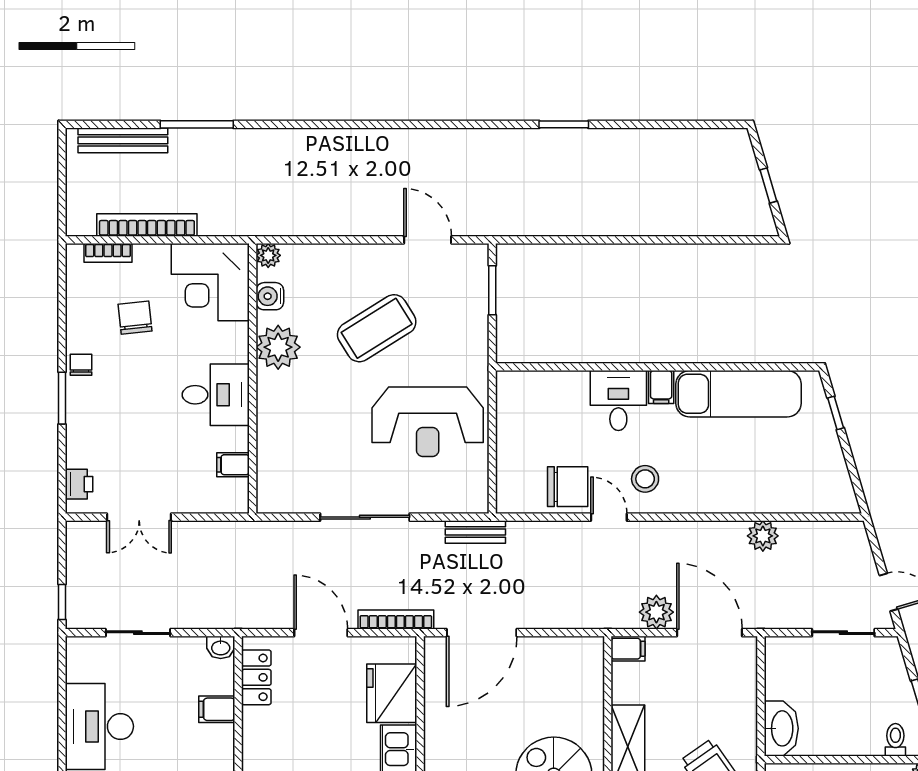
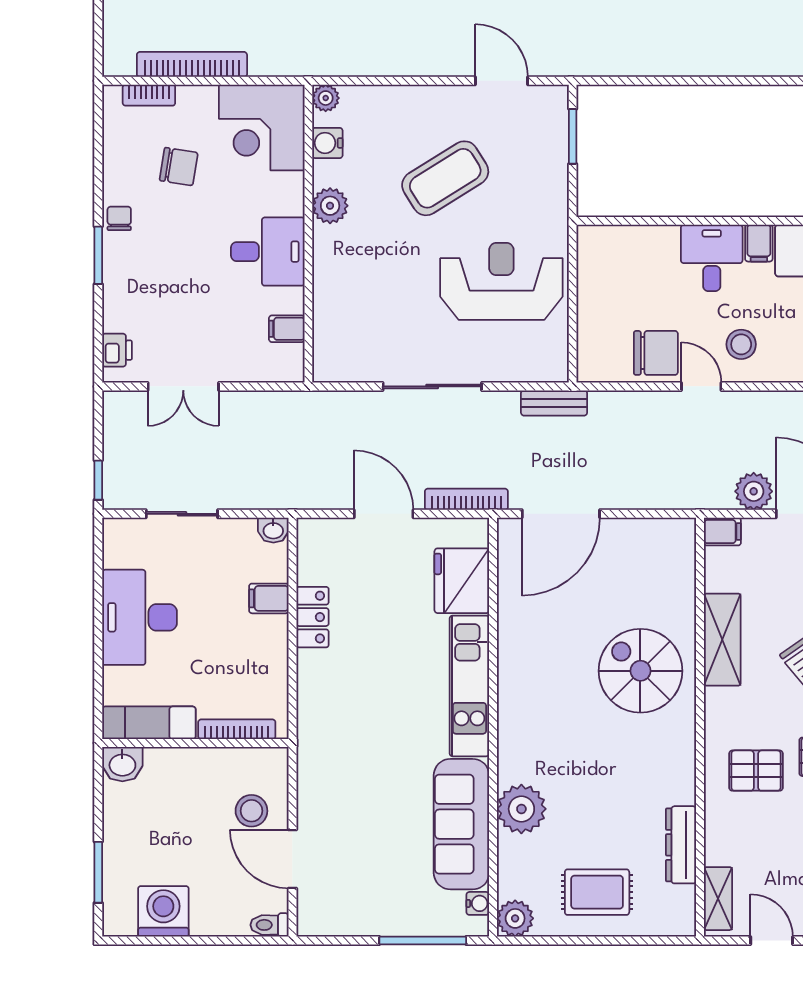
chair: (135, 318) -> (179, 167), turned 105
plant: (278, 347) -> (330, 206), width x0.73, depth x0.73
reception desk: (428, 422) -> (501, 281), turned 180
locker: (256, 677) -> (312, 617), moved

